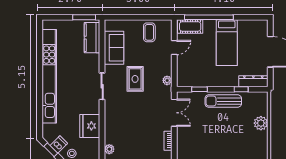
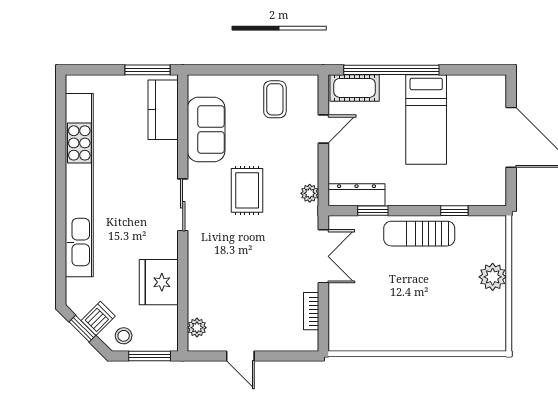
dresser: (253, 81) -> (356, 195), moved

